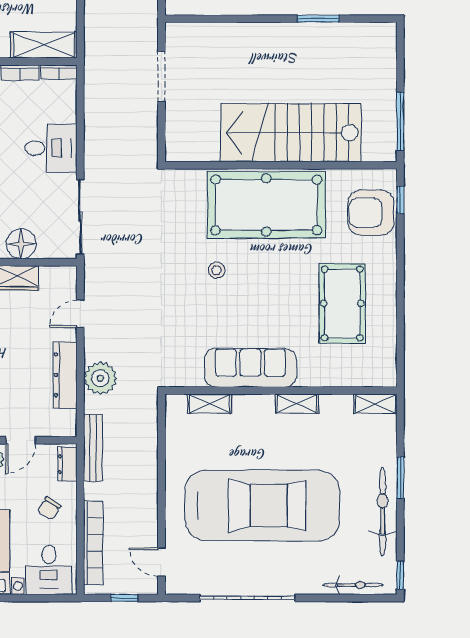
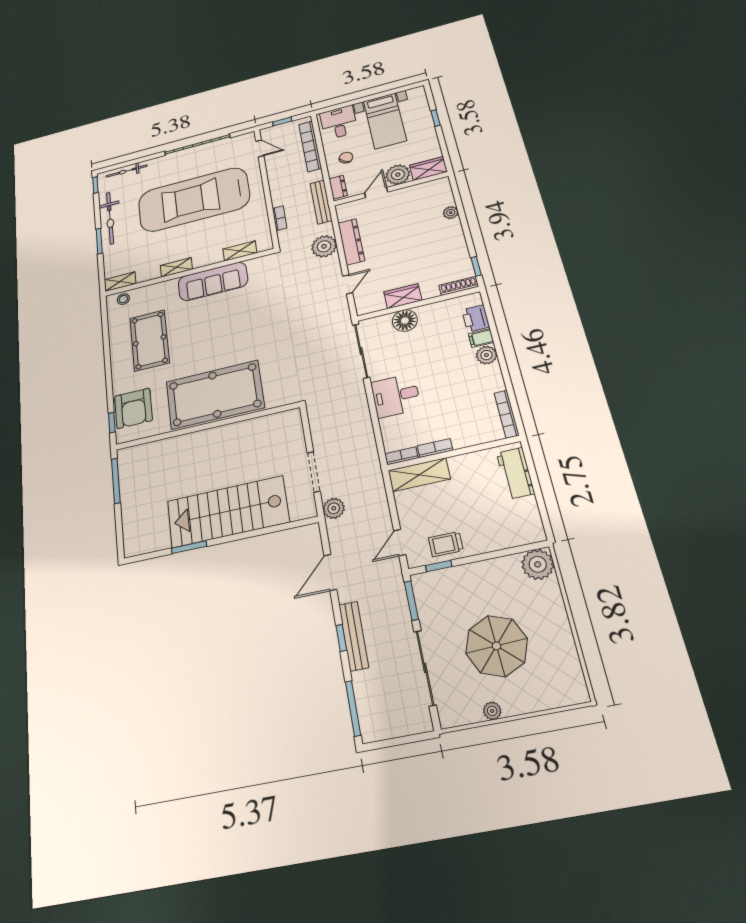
plant: (146, 28) -> (334, 508), added
stairs: (291, 133) -> (228, 512), moved, turned 180
armchair: (371, 213) -> (133, 408), turned 90
stool: (217, 270) -> (123, 299), moved
bookcase: (151, 439) -> (280, 218), added

